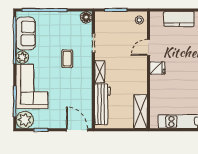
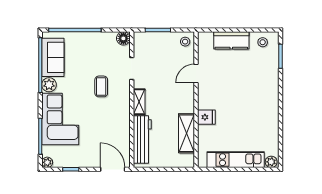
fridge: (157, 68) -> (206, 117), moved
shelving: (140, 112) -> (186, 133), moved
plant: (25, 120) -> (47, 162), width x0.53, depth x0.53

